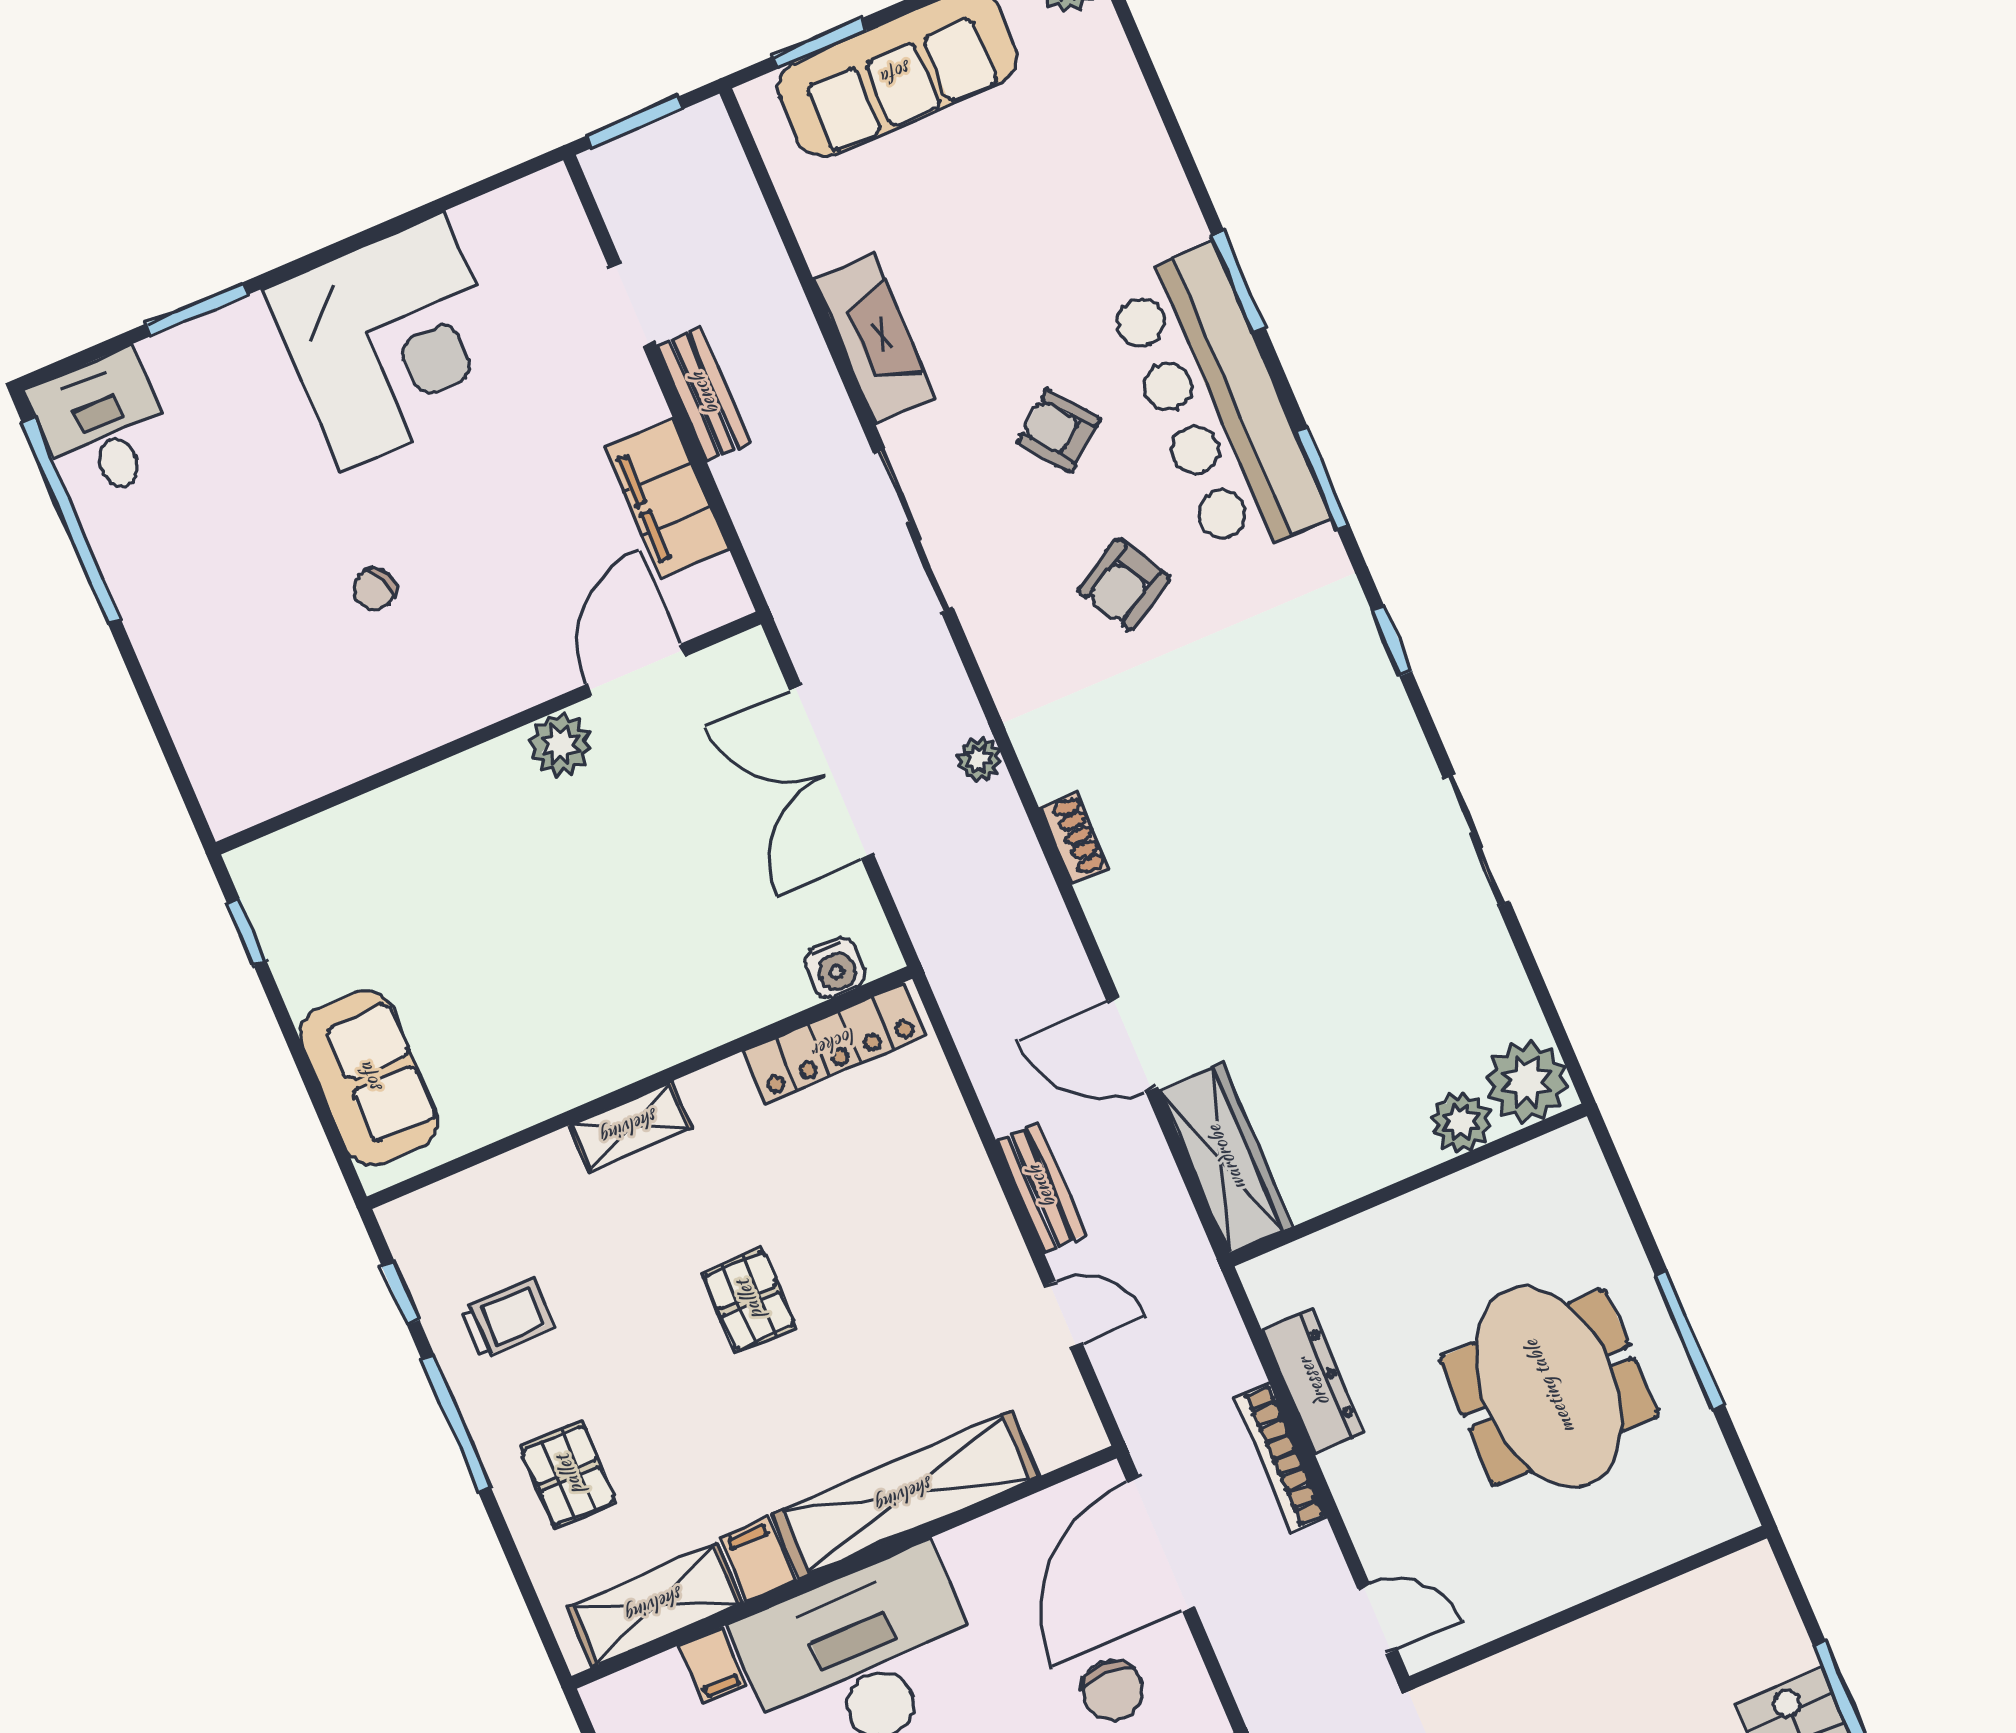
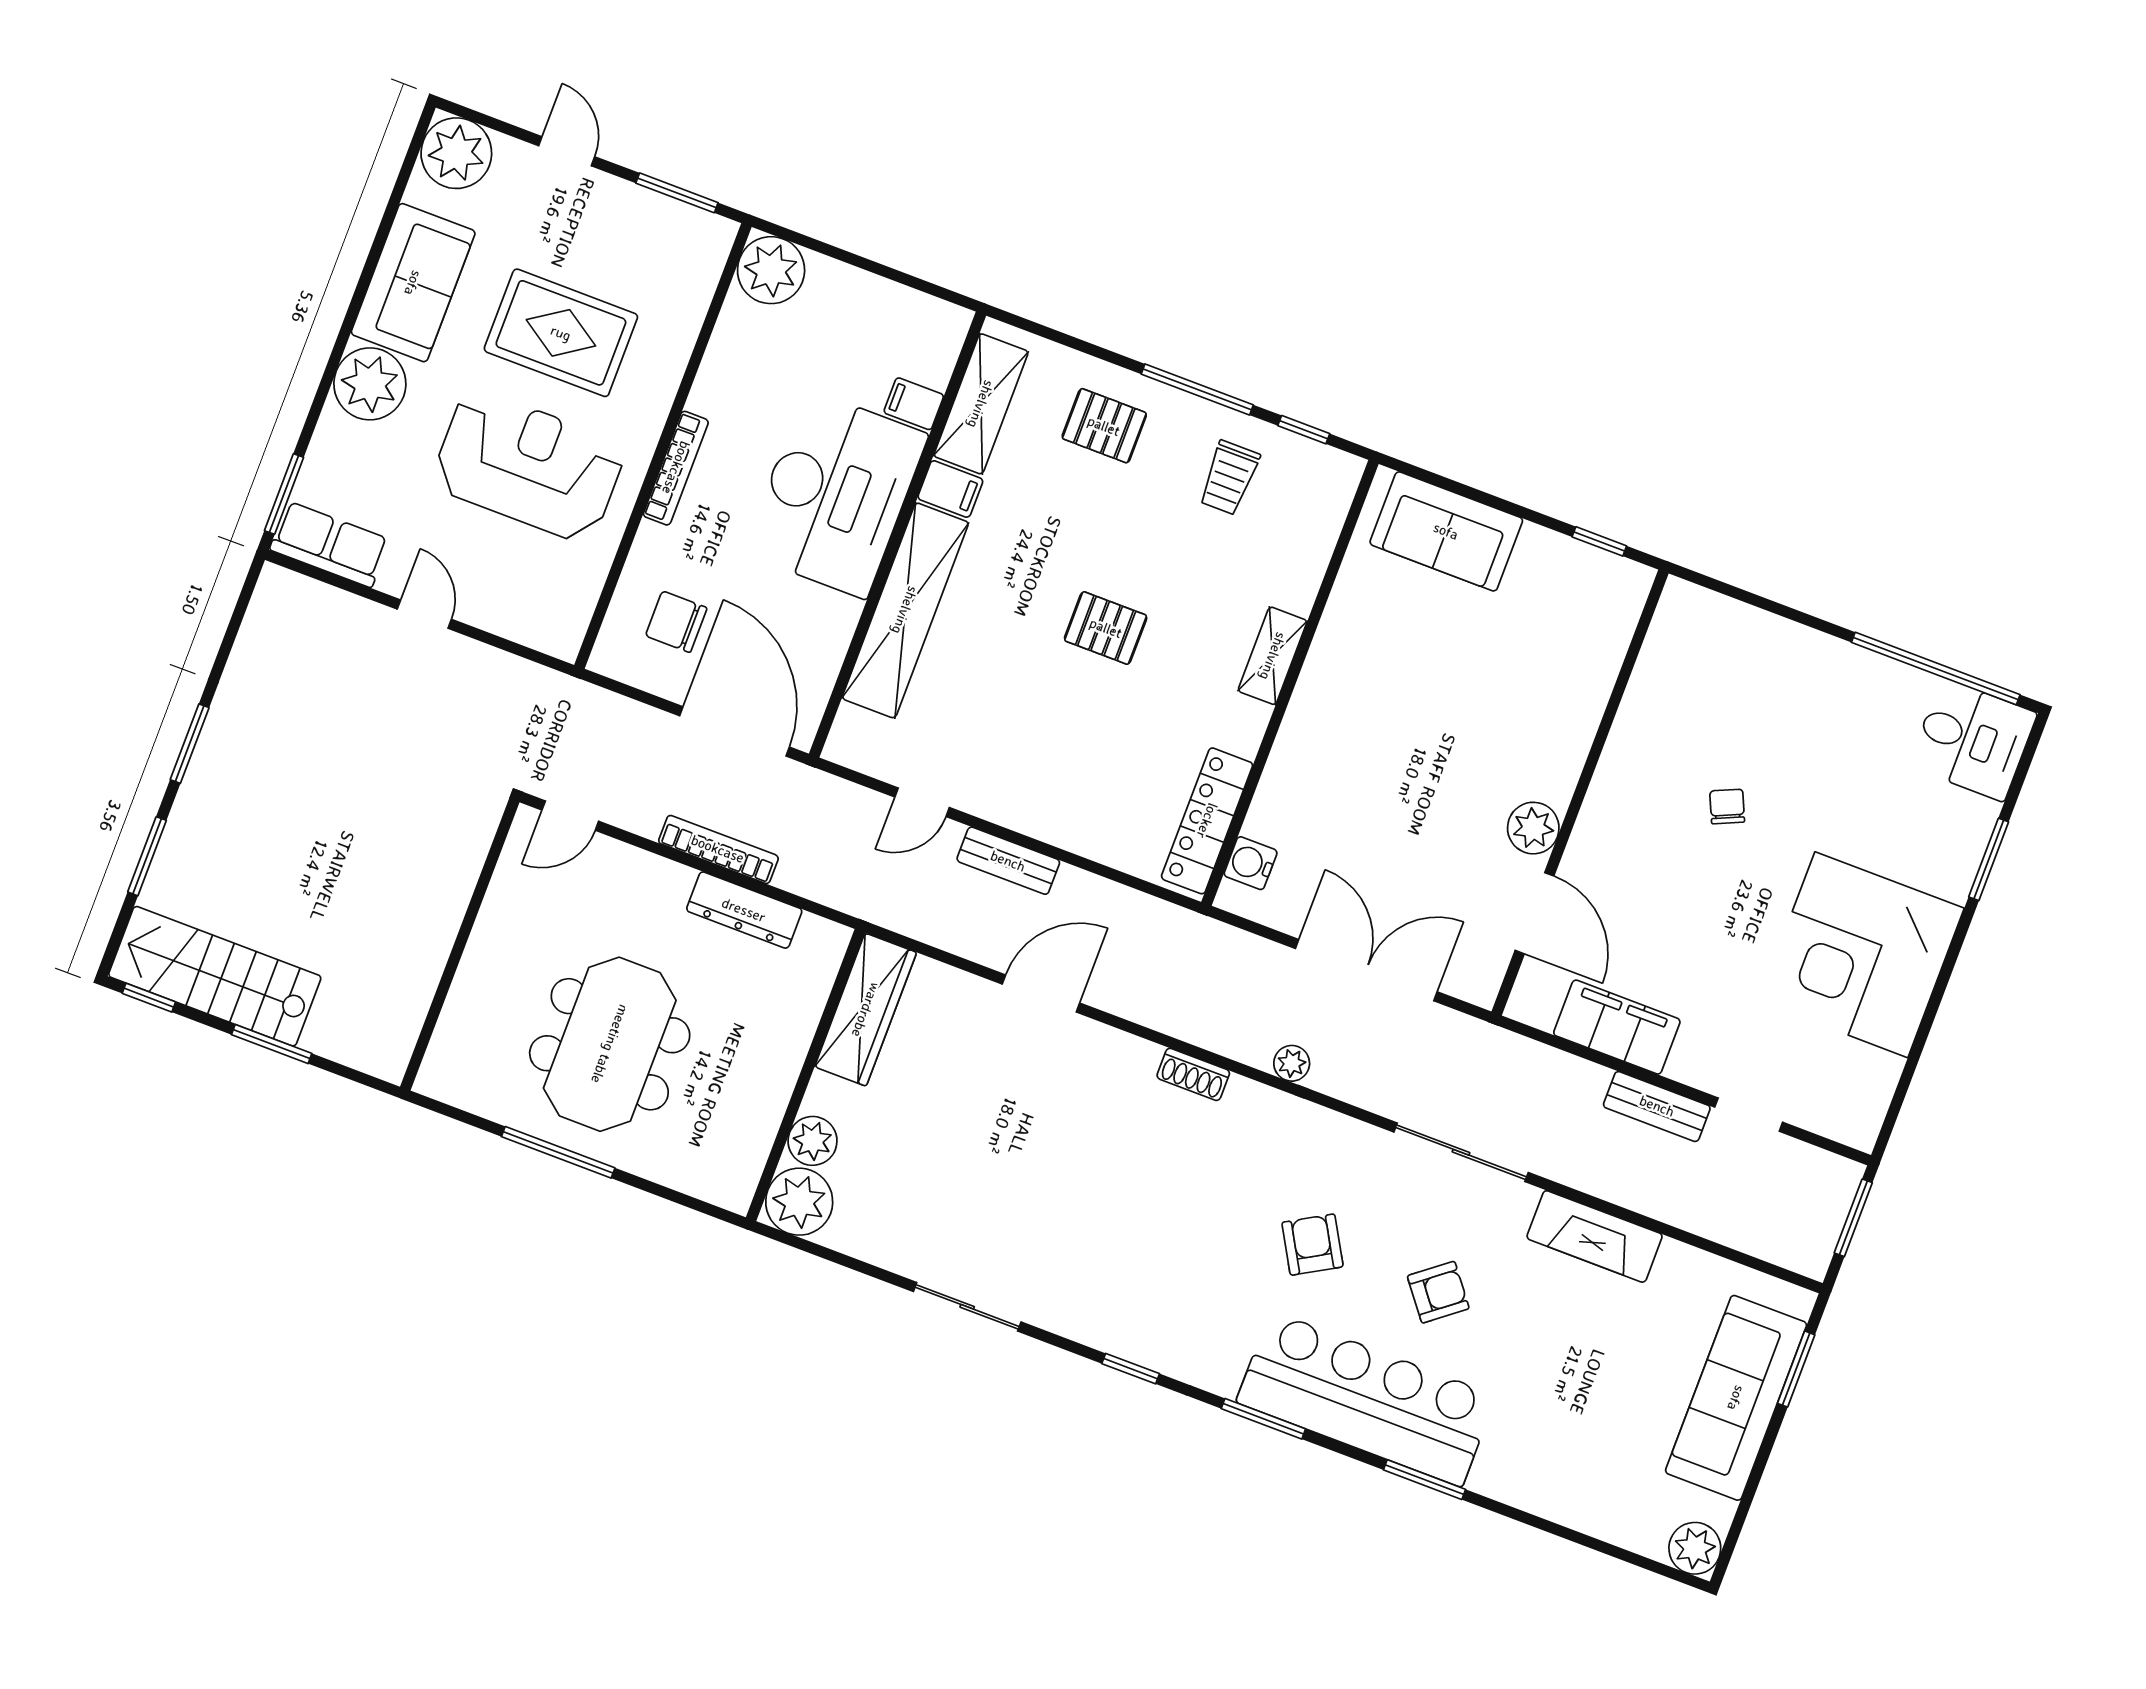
wardrobe: (1226, 1158) -> (866, 1010), moved, turned -90
meeting table: (1549, 1387) -> (610, 1044), turned 90

